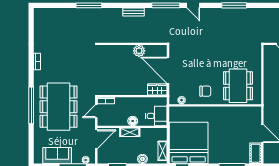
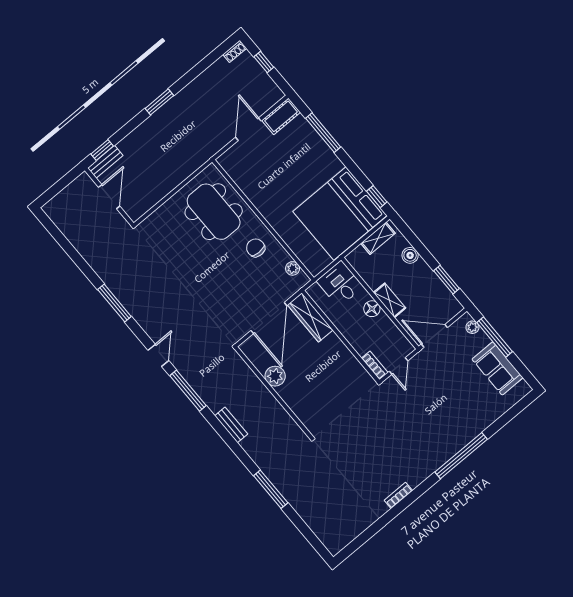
dining table: (238, 86) -> (214, 212), turned 90
wardrobe: (157, 89) -> (310, 317), width x1.50
dining table: (58, 107) -> (433, 419), removed
door: (96, 111) -> (399, 366), hinge flipped

